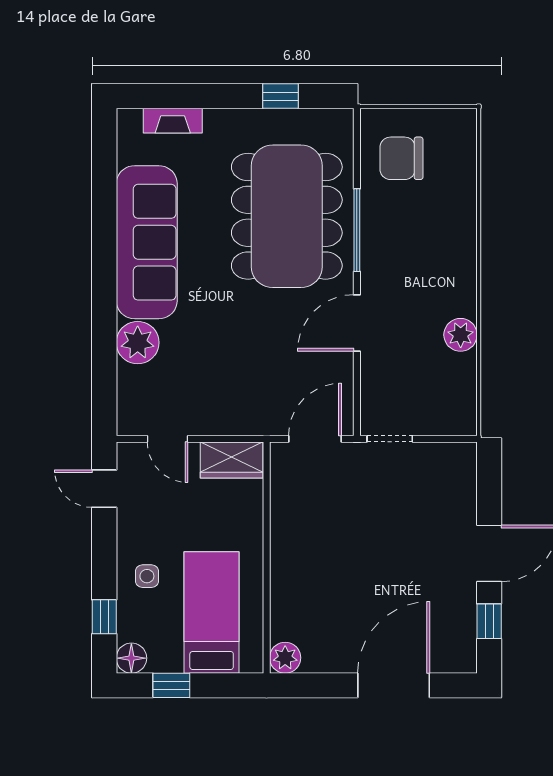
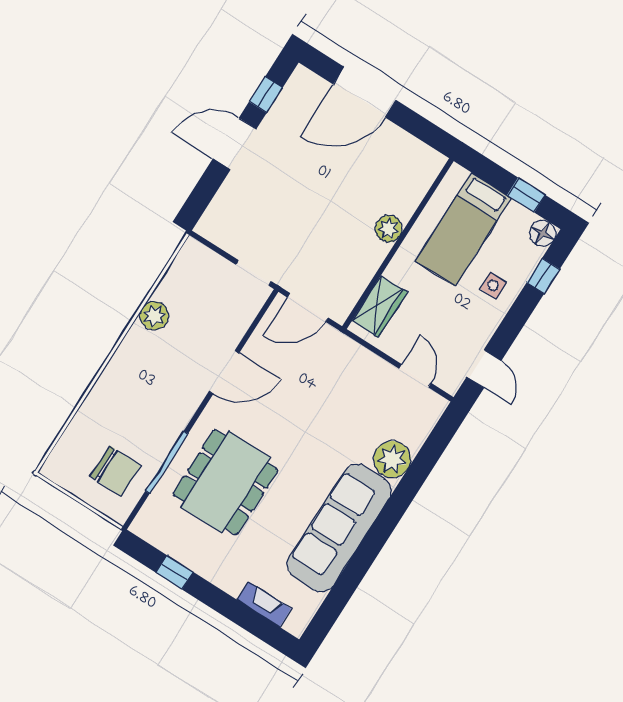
dining table: (287, 216) -> (226, 482), width x0.73, depth x0.80
window: (357, 230) -> (167, 462), moved
wardrobe: (232, 460) -> (380, 307), moved, turned 90
plant: (285, 658) -> (389, 229), moved

